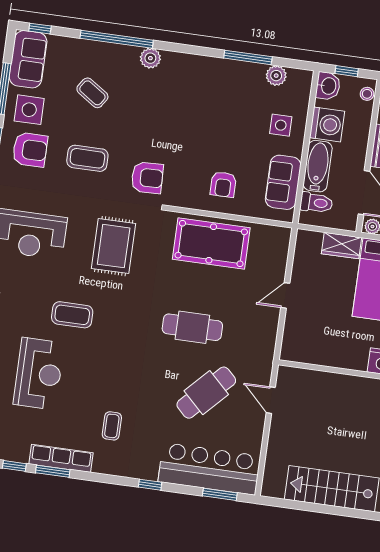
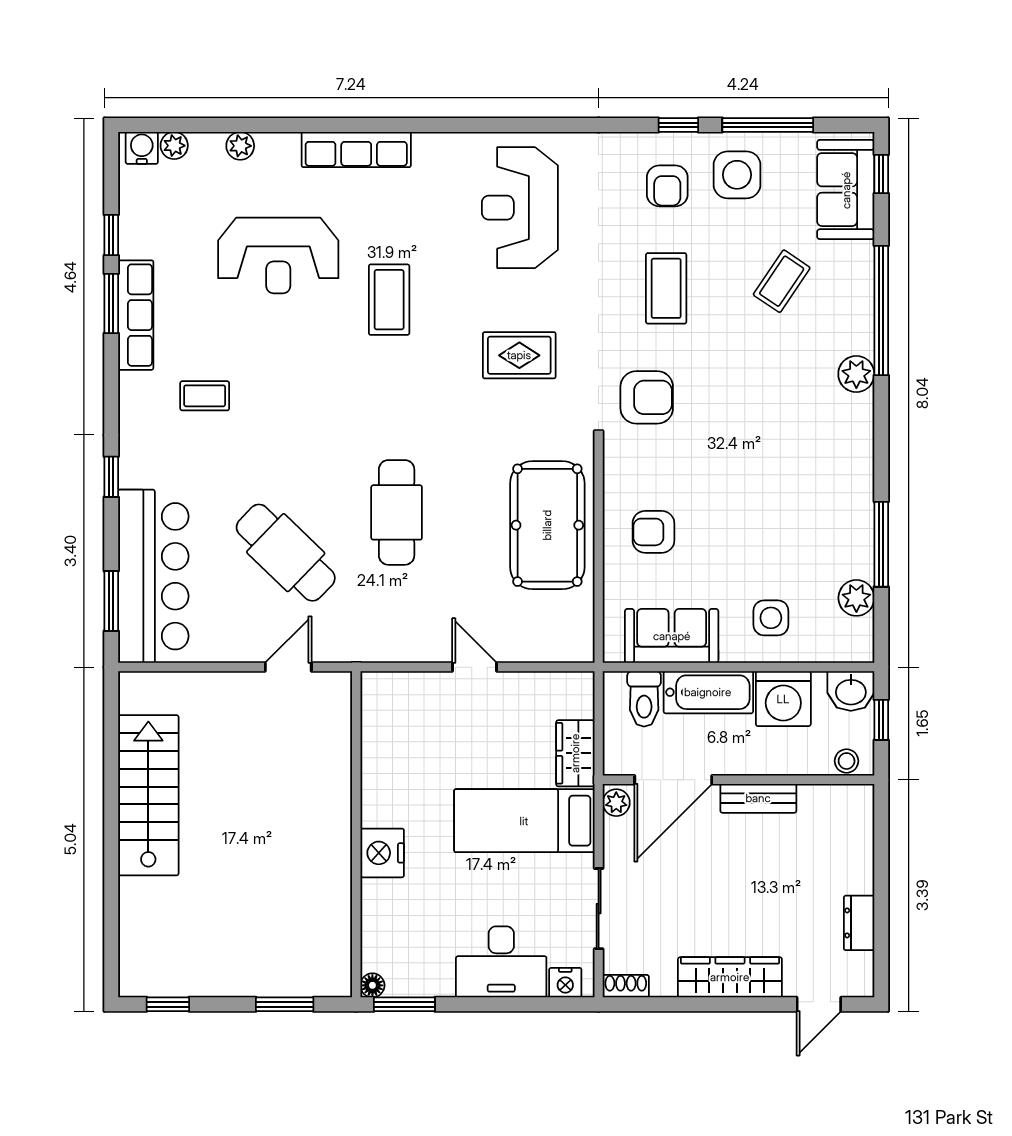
sofa: (28, 59) -> (846, 190), moved, turned 90
armchair: (30, 150) -> (667, 186), width x0.72, depth x0.72
armchair: (147, 178) -> (647, 397), turned -88
rug: (114, 246) -> (519, 355), width x0.73, depth x0.70

